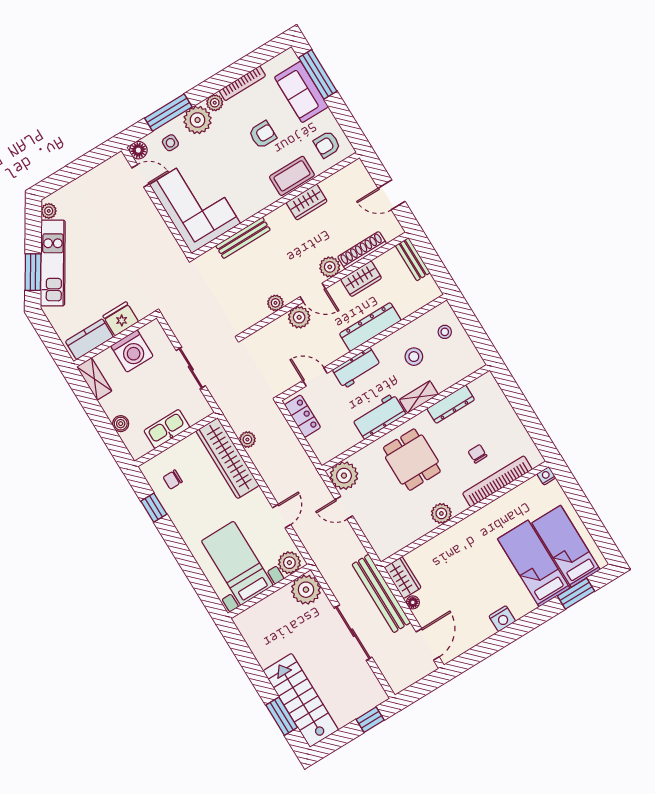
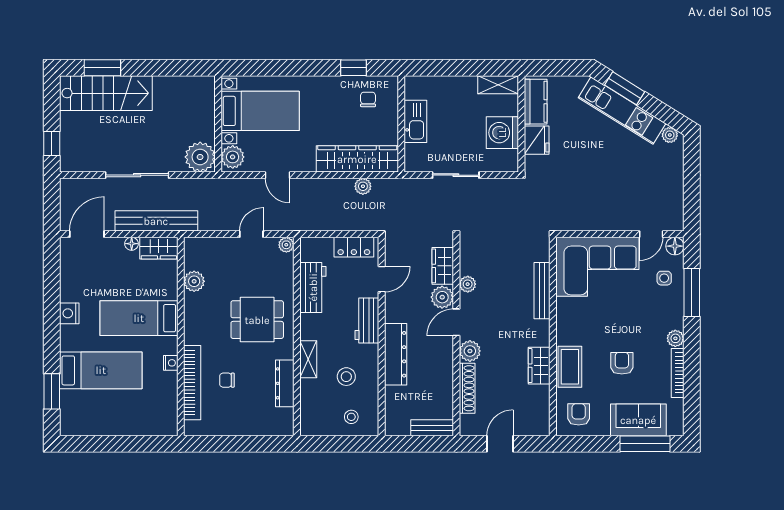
plant: (198, 120) -> (670, 314), removed
armchair: (263, 135) -> (622, 363), turned 180
wardrobe: (361, 279) -> (443, 266), moved
workbench: (379, 416) -> (313, 287), moved
boiler: (121, 424) -> (445, 84), removed
chair: (477, 454) -> (227, 380), turned 180
plant: (344, 476) -> (286, 245), width x0.53, depth x0.53
nightstand: (546, 476) -> (171, 363), moved
plant: (441, 513) -> (194, 281), moved
bed: (566, 546) -> (139, 318), moved, turned 180
door: (428, 644) -> (87, 234), swing flipped

